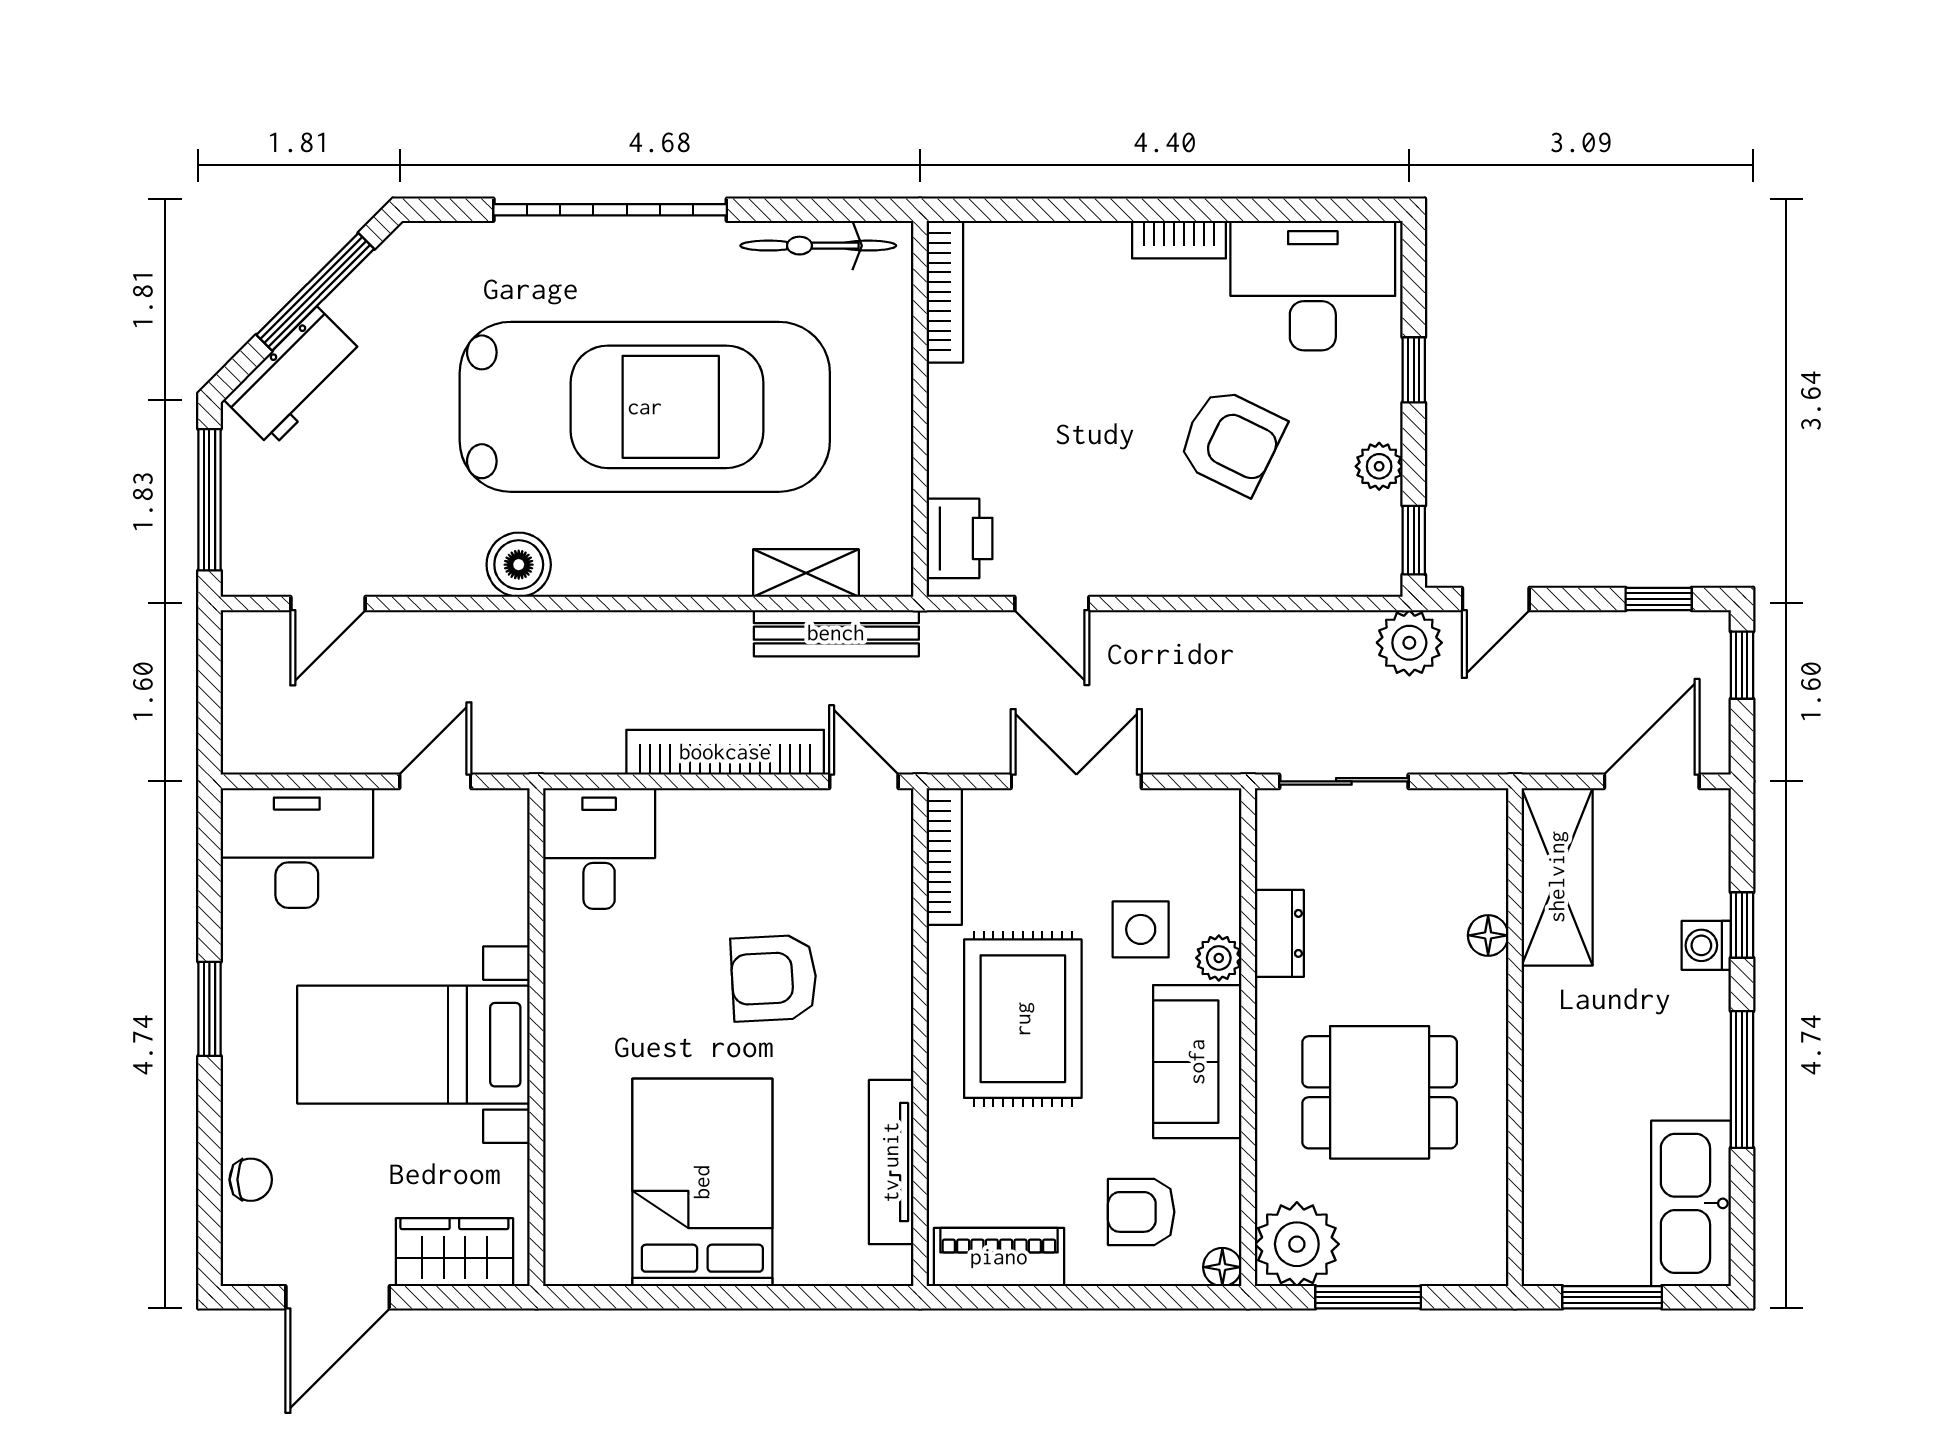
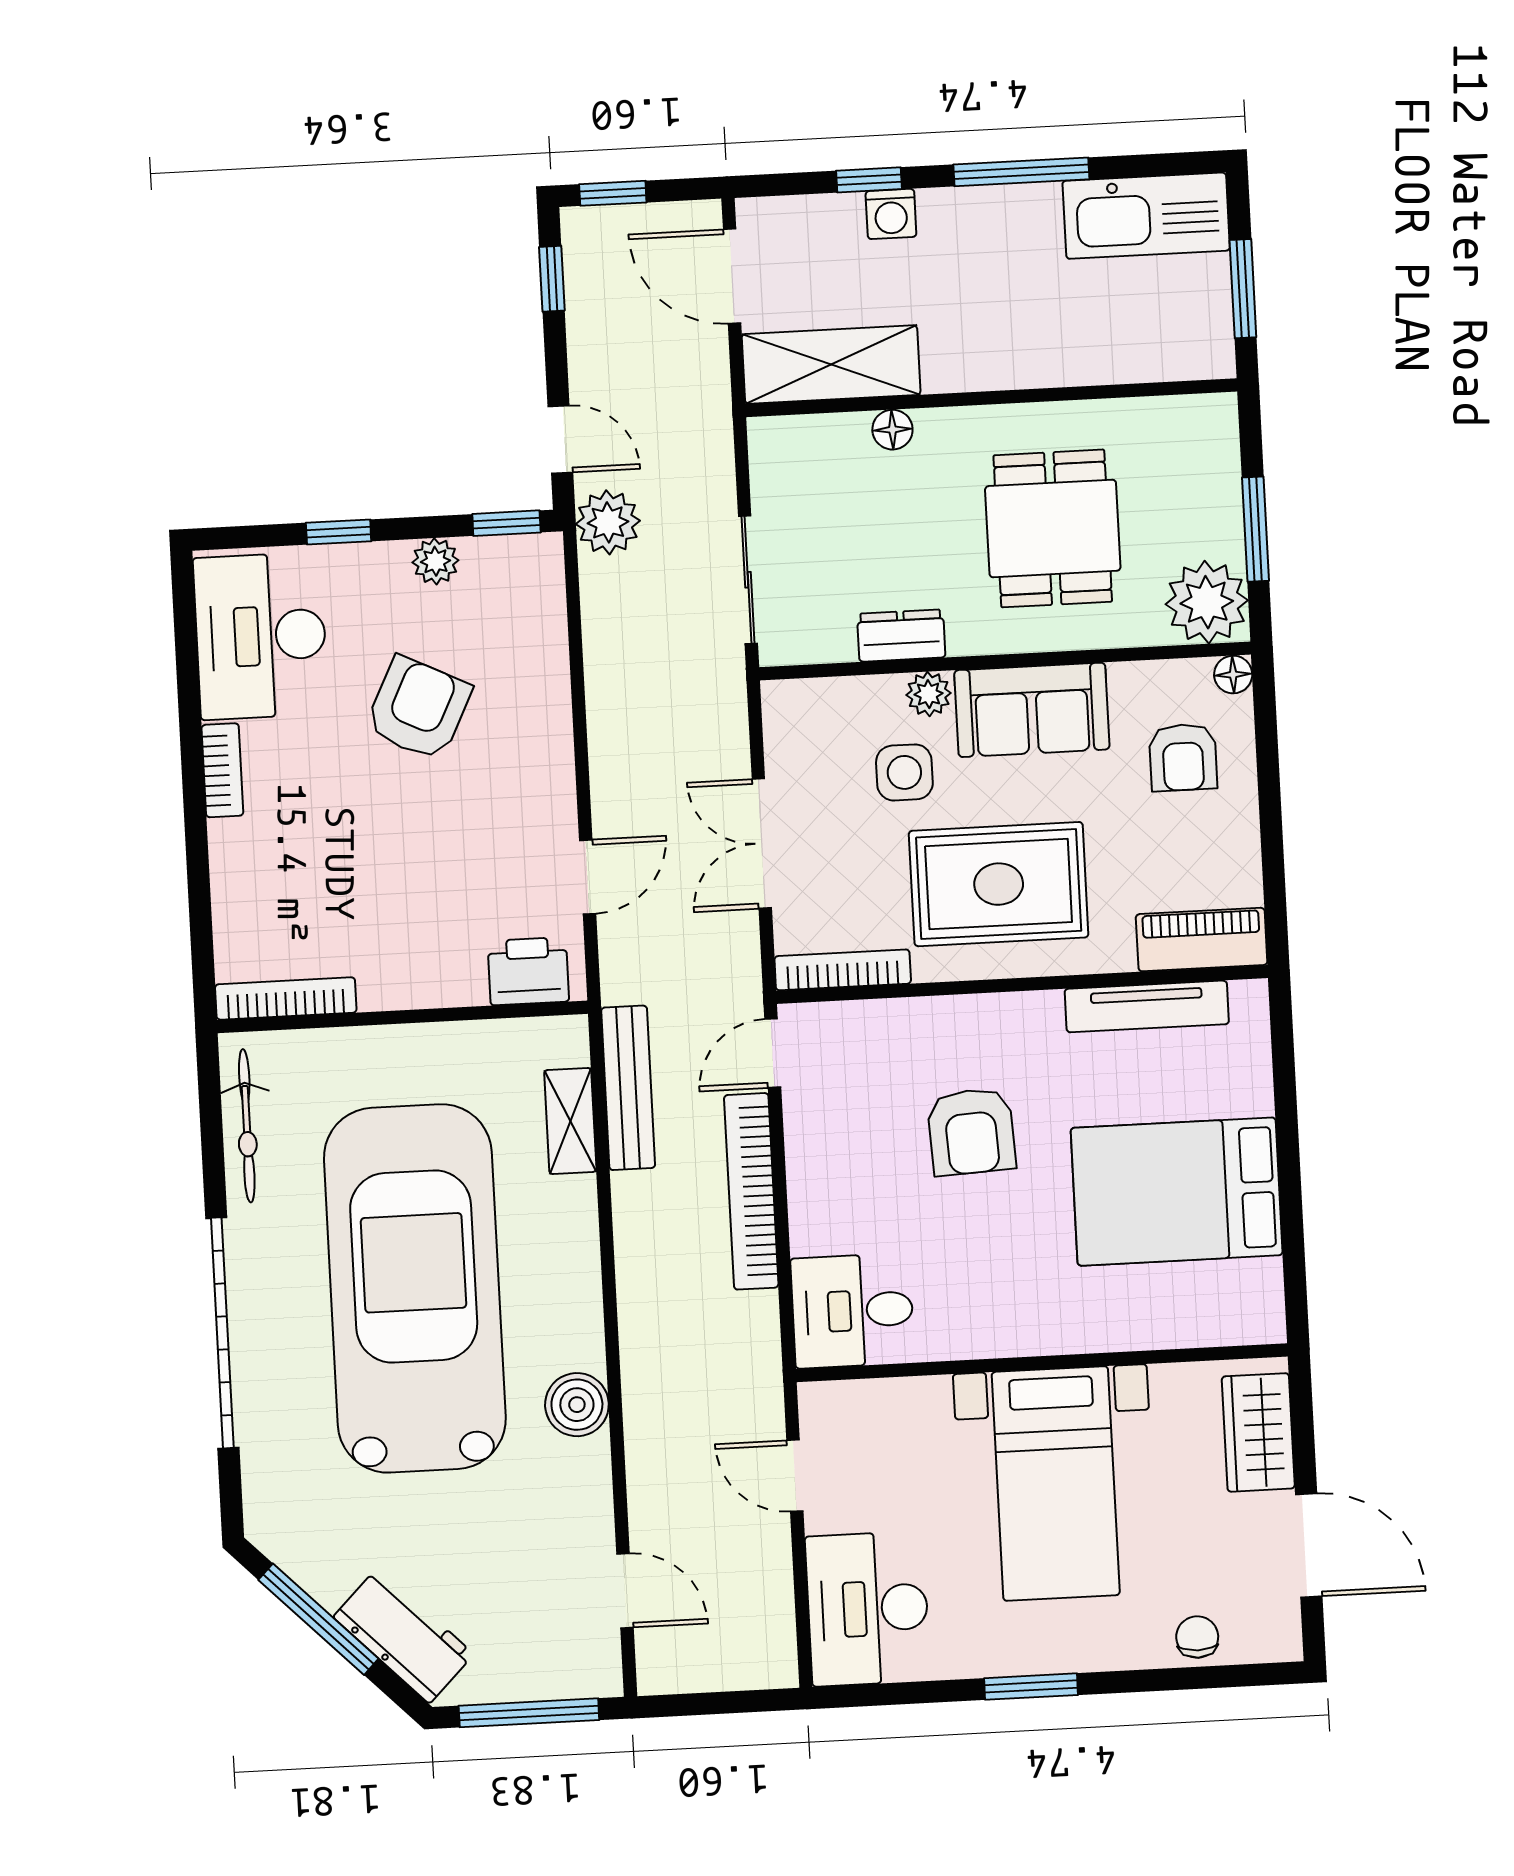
piano: (999, 1257) -> (1202, 940), moved, turned 90

